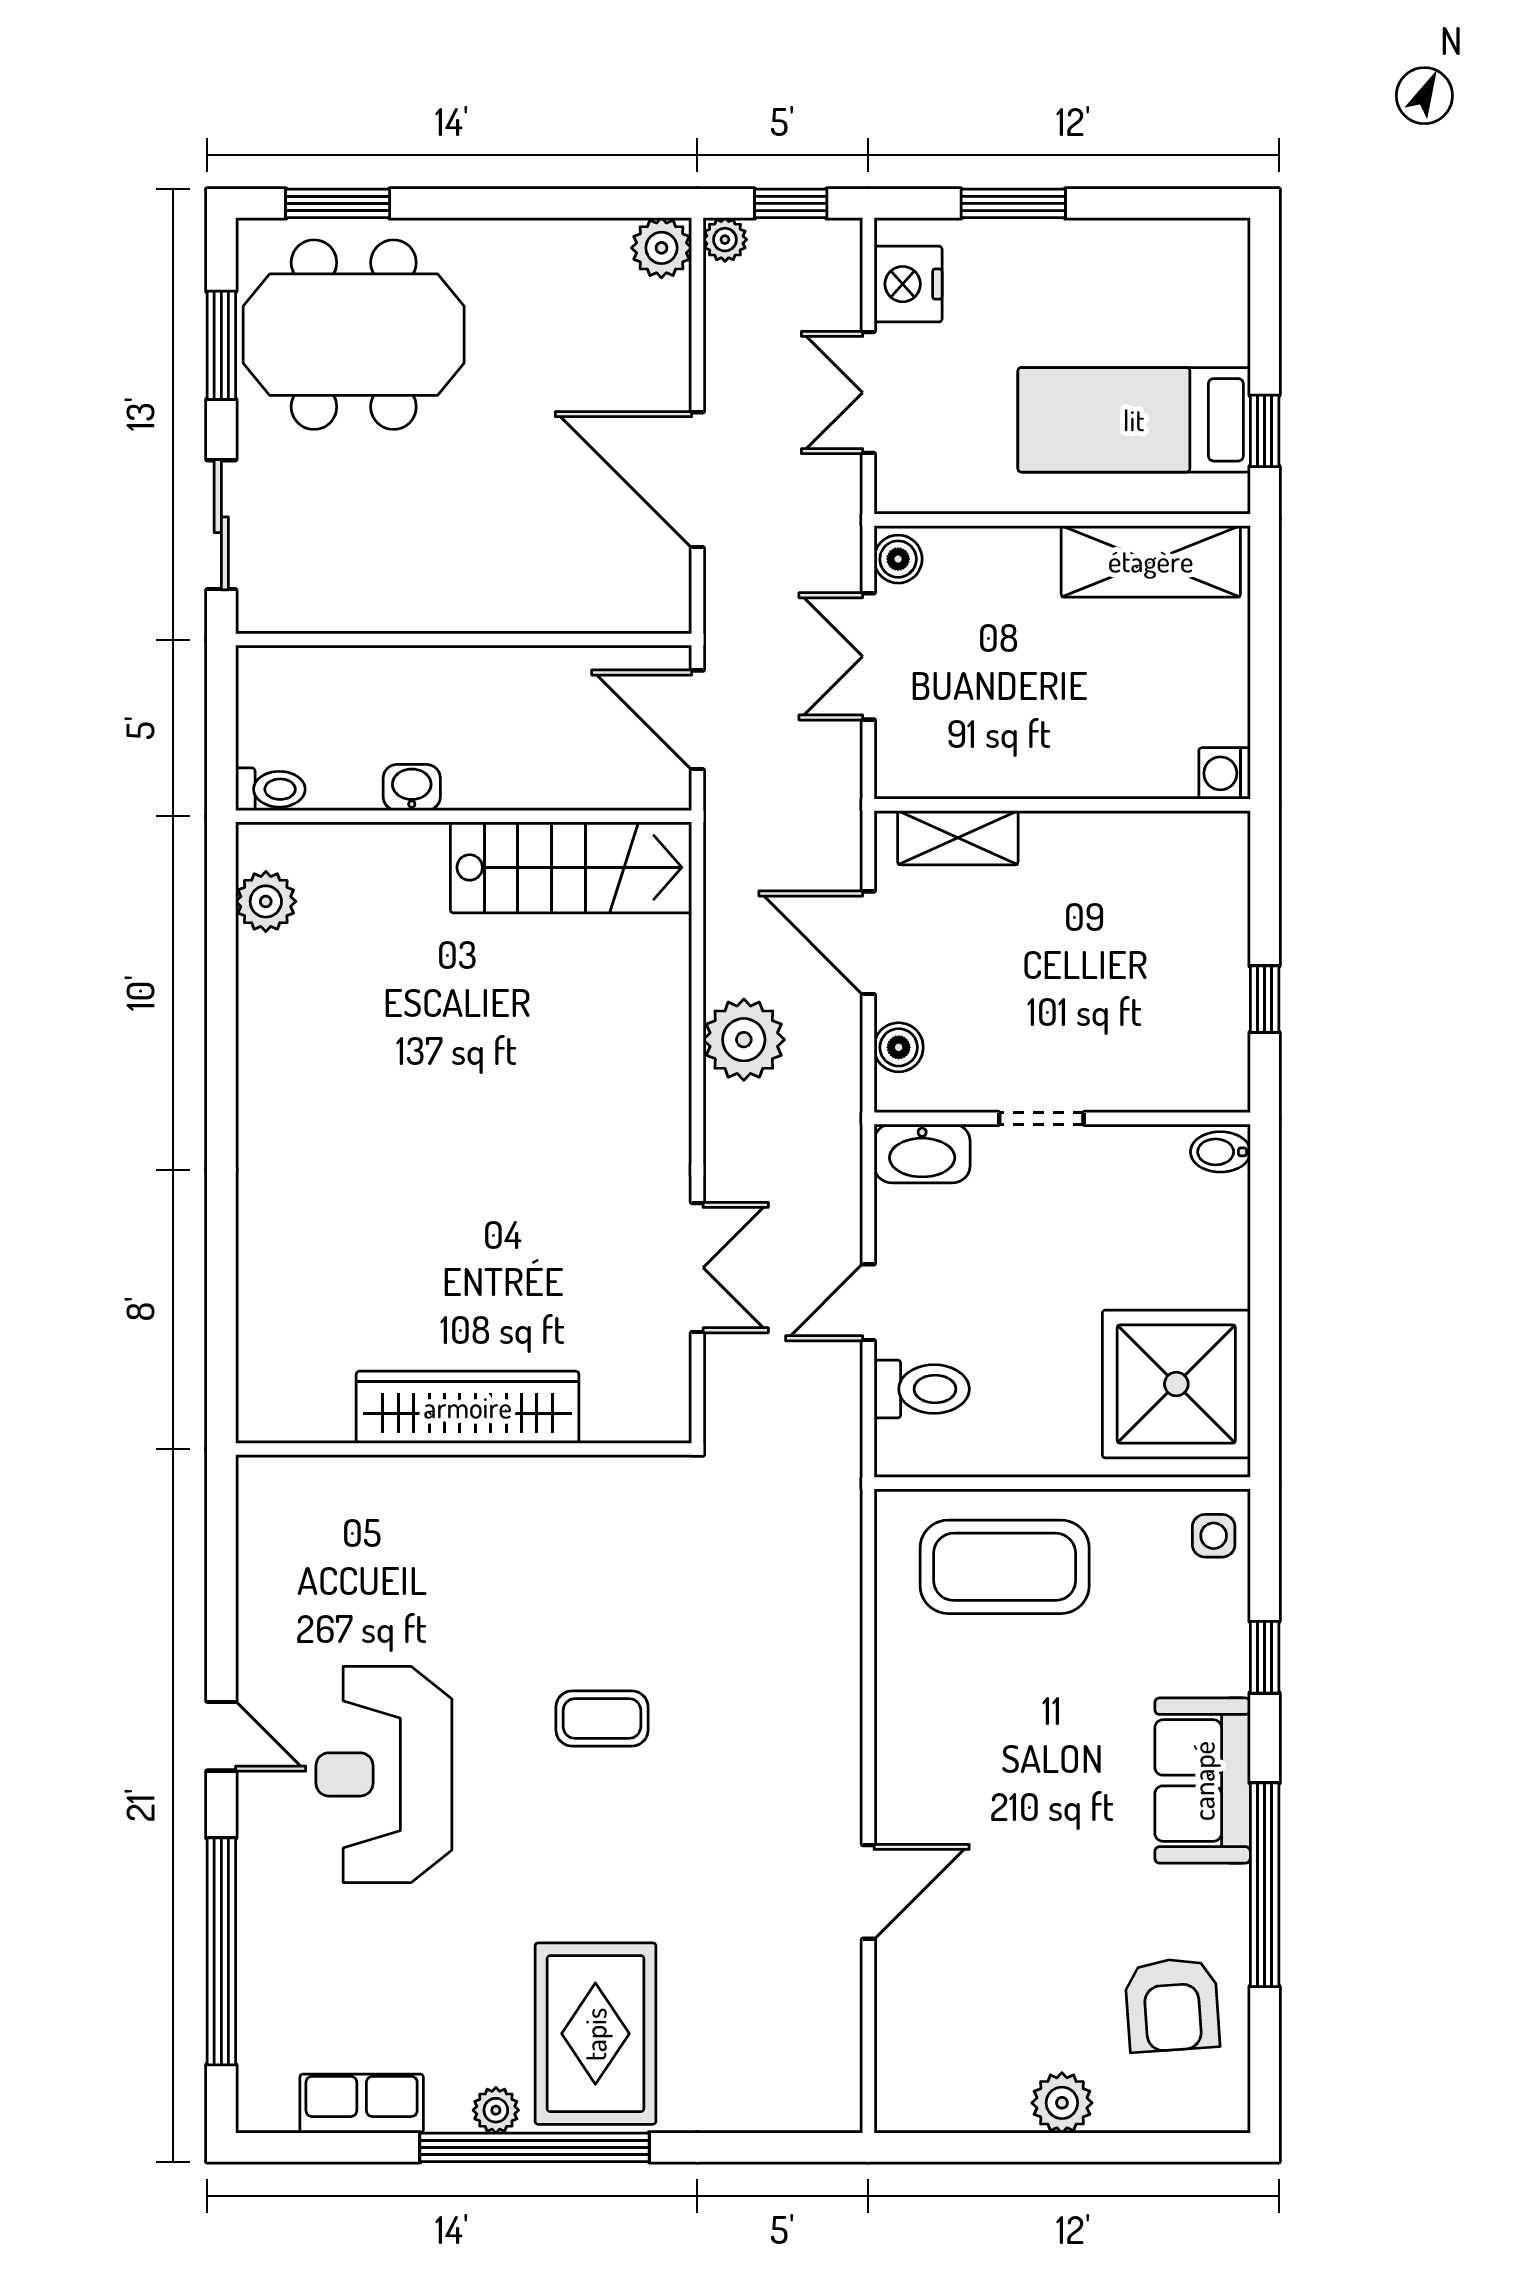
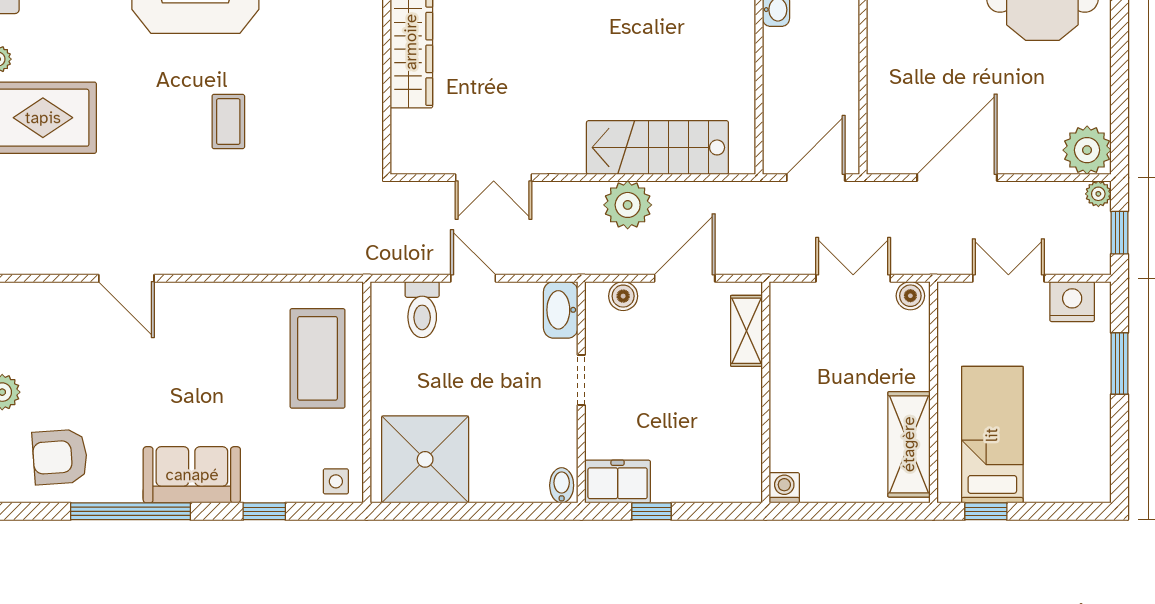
plant: (661, 248) -> (1087, 150), width x1.36, depth x1.36
stairs: (571, 867) -> (657, 147), moved, turned 90
freezer: (1214, 1057) -> (618, 482), added

